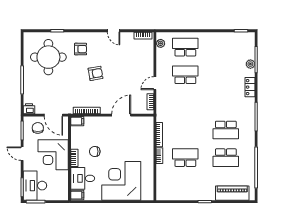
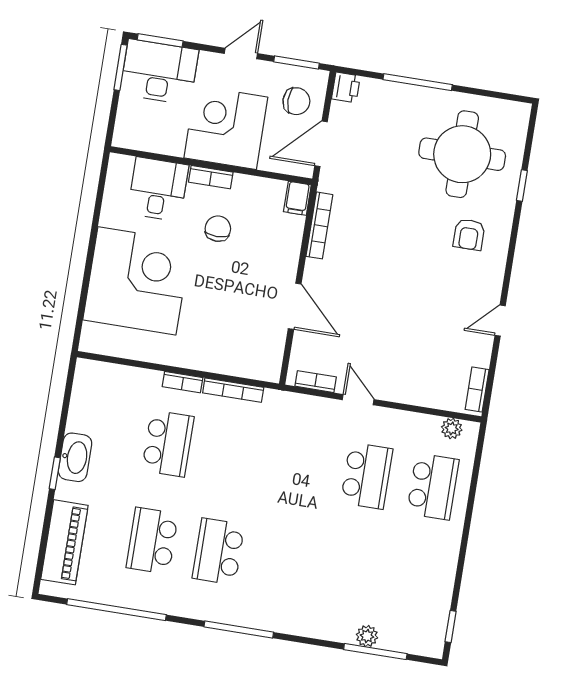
armchair: (96, 73) -> (405, 261), removed
locker: (250, 87) -> (312, 626), removed
washbasin: (197, 194) -> (75, 457), added
filing cabinet: (77, 195) -> (120, 170), removed

